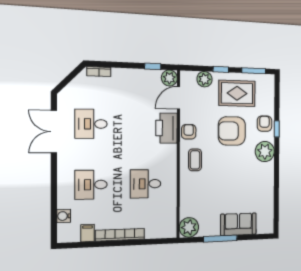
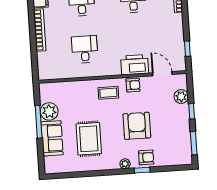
plant: (169, 78) -> (179, 64), removed
rug: (237, 93) -> (89, 139), moved
plant: (265, 152) -> (125, 164), width x0.53, depth x0.53
plant: (189, 227) -> (49, 111), moved

